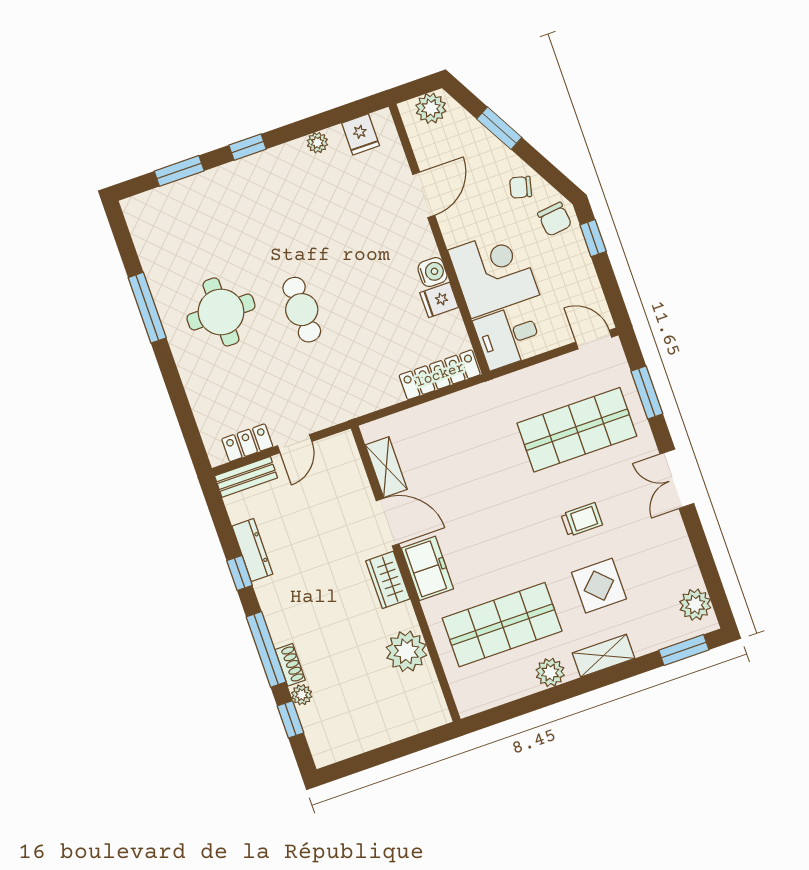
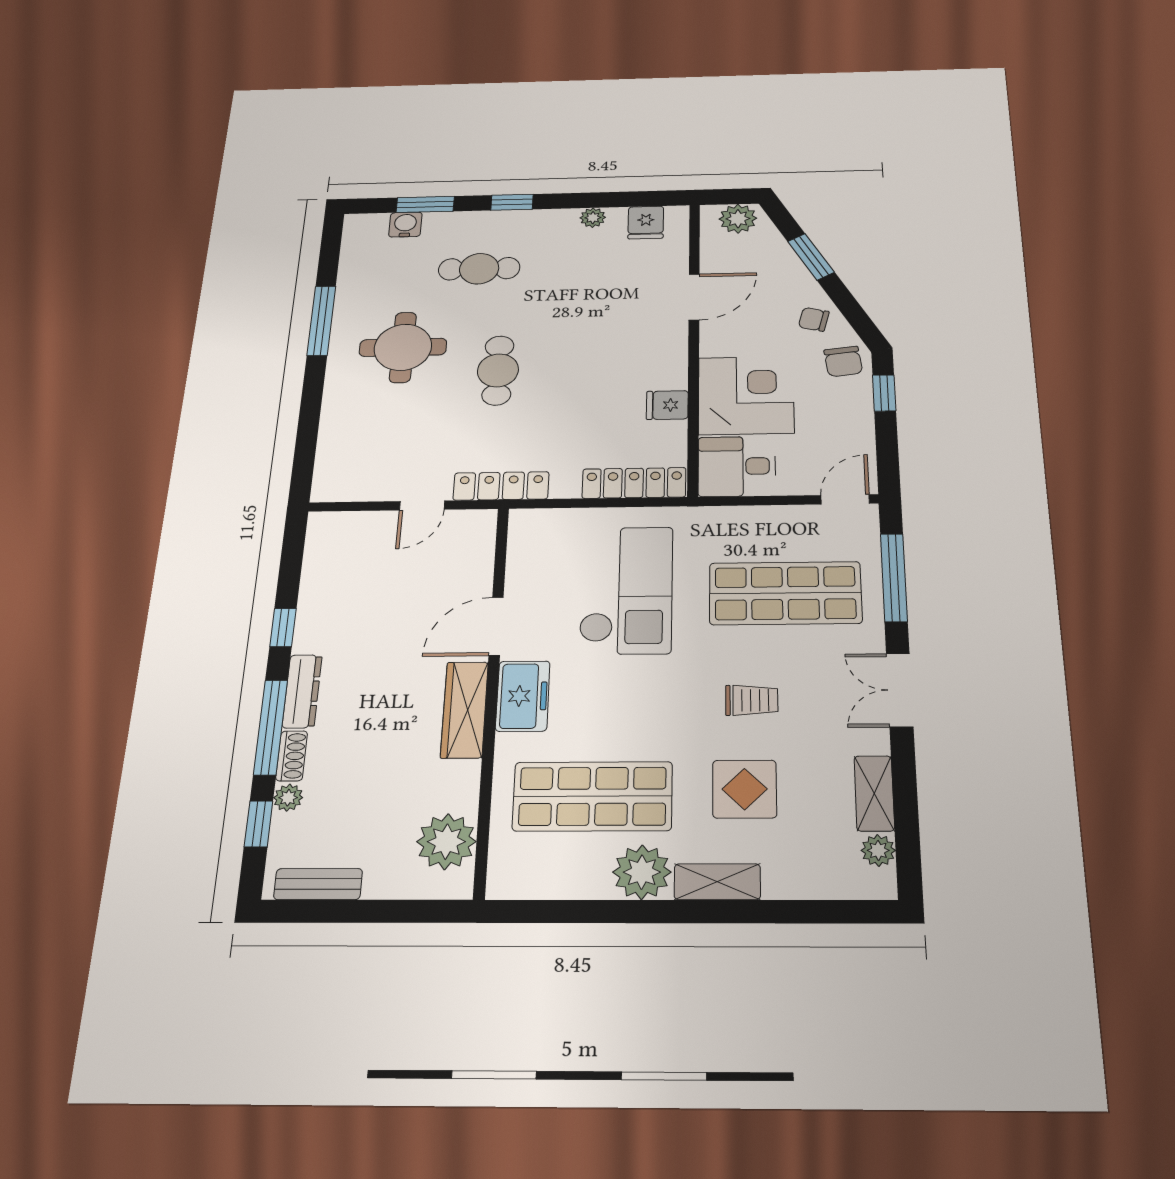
cafe table: (248, 220) -> (479, 269), added
water cooler: (432, 272) -> (405, 225), moved, turned -90
door: (594, 340) -> (845, 499), hinge flipped
window: (647, 393) -> (894, 577), width x1.44
locker: (247, 443) -> (501, 486), moved, width x1.53
checkout: (467, 464) -> (626, 590), added
shelving: (386, 467) -> (874, 793), moved
bench: (246, 477) -> (318, 884), moved
door: (388, 522) -> (496, 626), swing flipped
dresser: (252, 550) -> (302, 691), moved
wardrobe: (388, 580) -> (464, 710), width x1.50
plant: (695, 605) -> (878, 850), width x0.73, depth x0.73
window: (684, 650) -> (835, 912), removed
plant: (406, 651) -> (446, 842), moved
plant: (550, 672) -> (642, 872), width x1.36, depth x1.36

